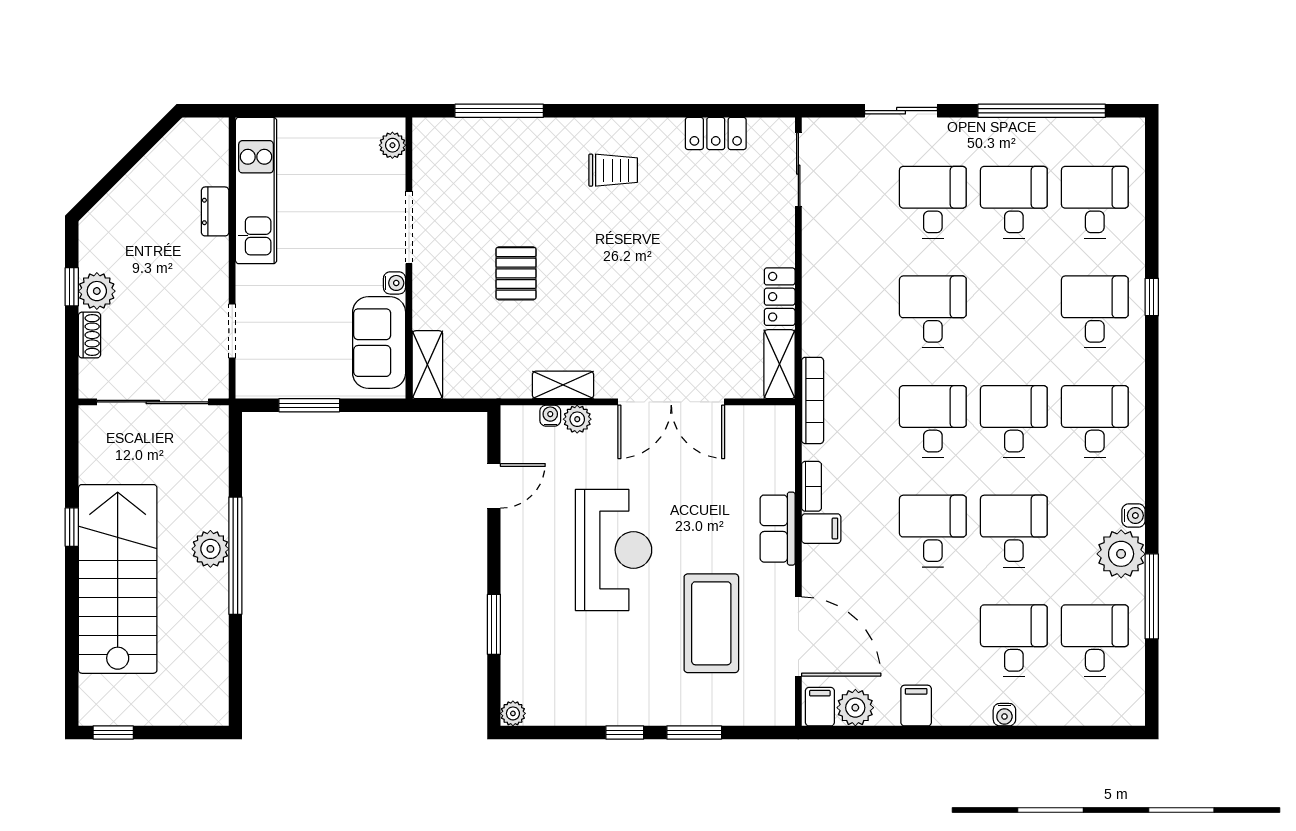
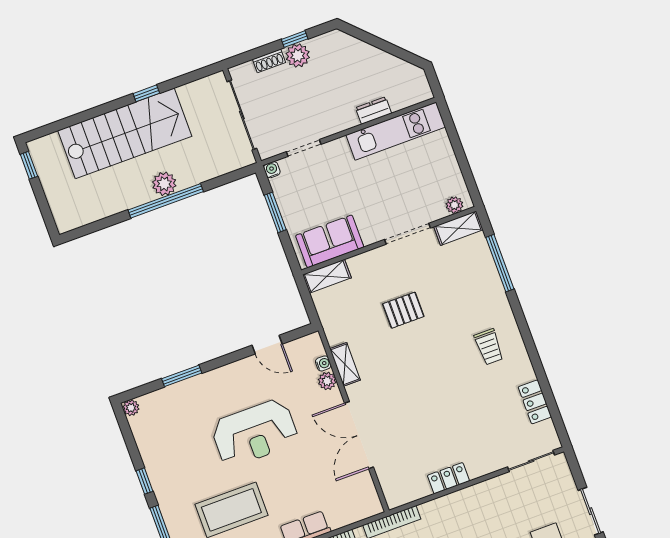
water cooler: (395, 283) -> (272, 170), moved, turned 180
shelving: (779, 364) -> (458, 228), moved

